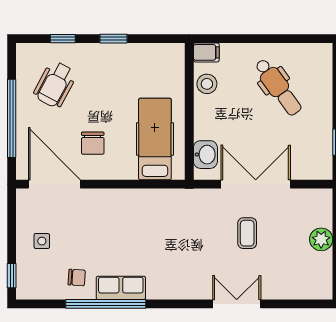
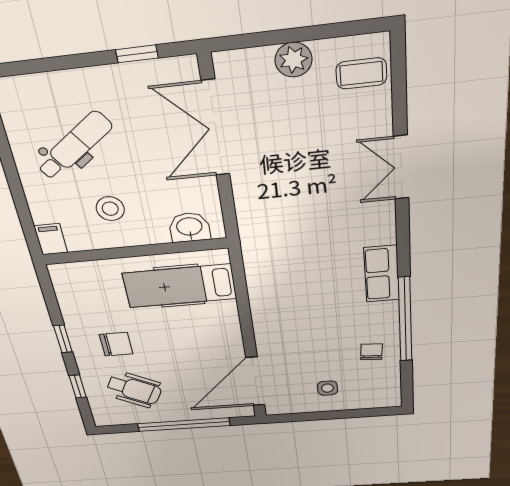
stool: (207, 84) -> (110, 209), moved
chair: (93, 143) -> (116, 344), moved
double door: (256, 184) -> (216, 128), moved
coffee table: (247, 233) -> (361, 73), moved
window: (12, 276) -> (373, 412), removed
row of seats: (121, 288) -> (382, 274), moved

